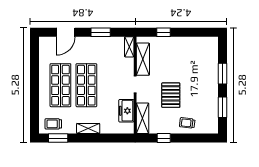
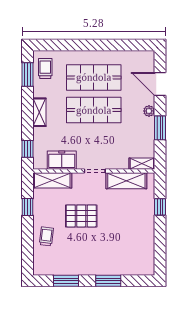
plant: (87, 41) -> (149, 111), added
window: (117, 138) -> (27, 149), added

